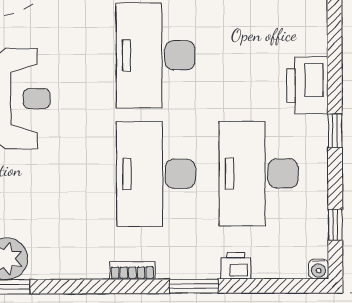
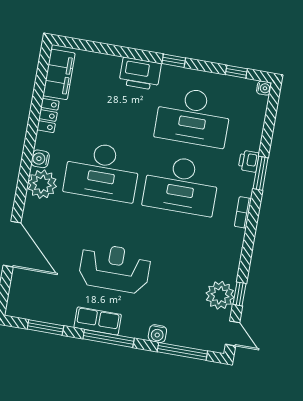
printer: (236, 266) -> (249, 161), moved

